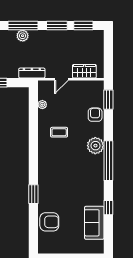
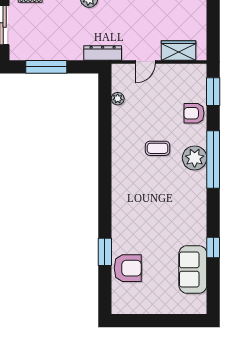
armchair: (95, 115) -> (194, 113), turned -90
coffee table: (59, 132) -> (158, 148), moved
window: (108, 161) -> (213, 160), moved
window: (33, 194) -> (105, 252), moved

